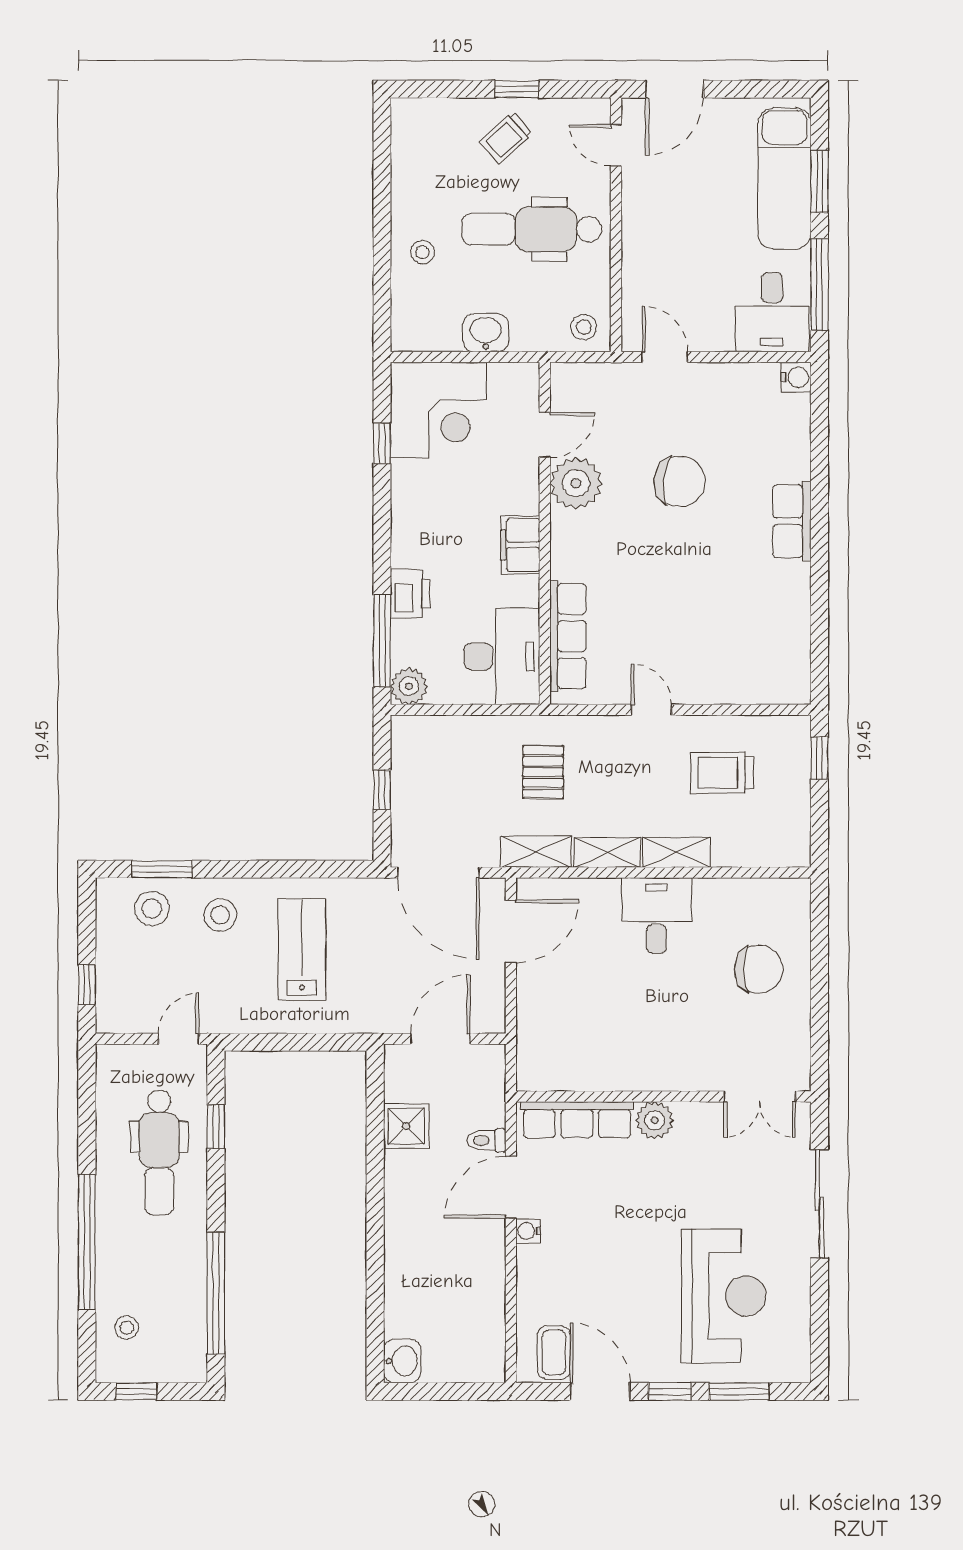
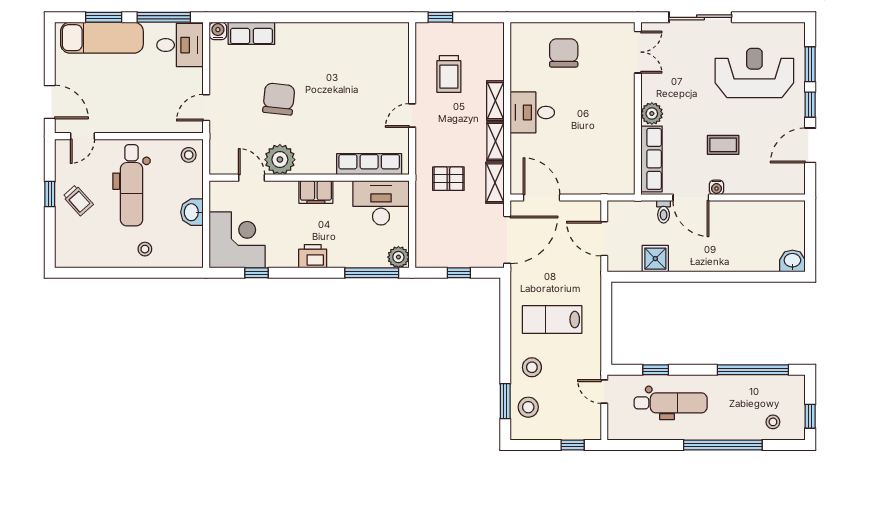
row of seats: (792, 521) -> (251, 33), moved
printer: (410, 594) -> (313, 256), moved
coffee table: (554, 1352) -> (723, 145), moved

